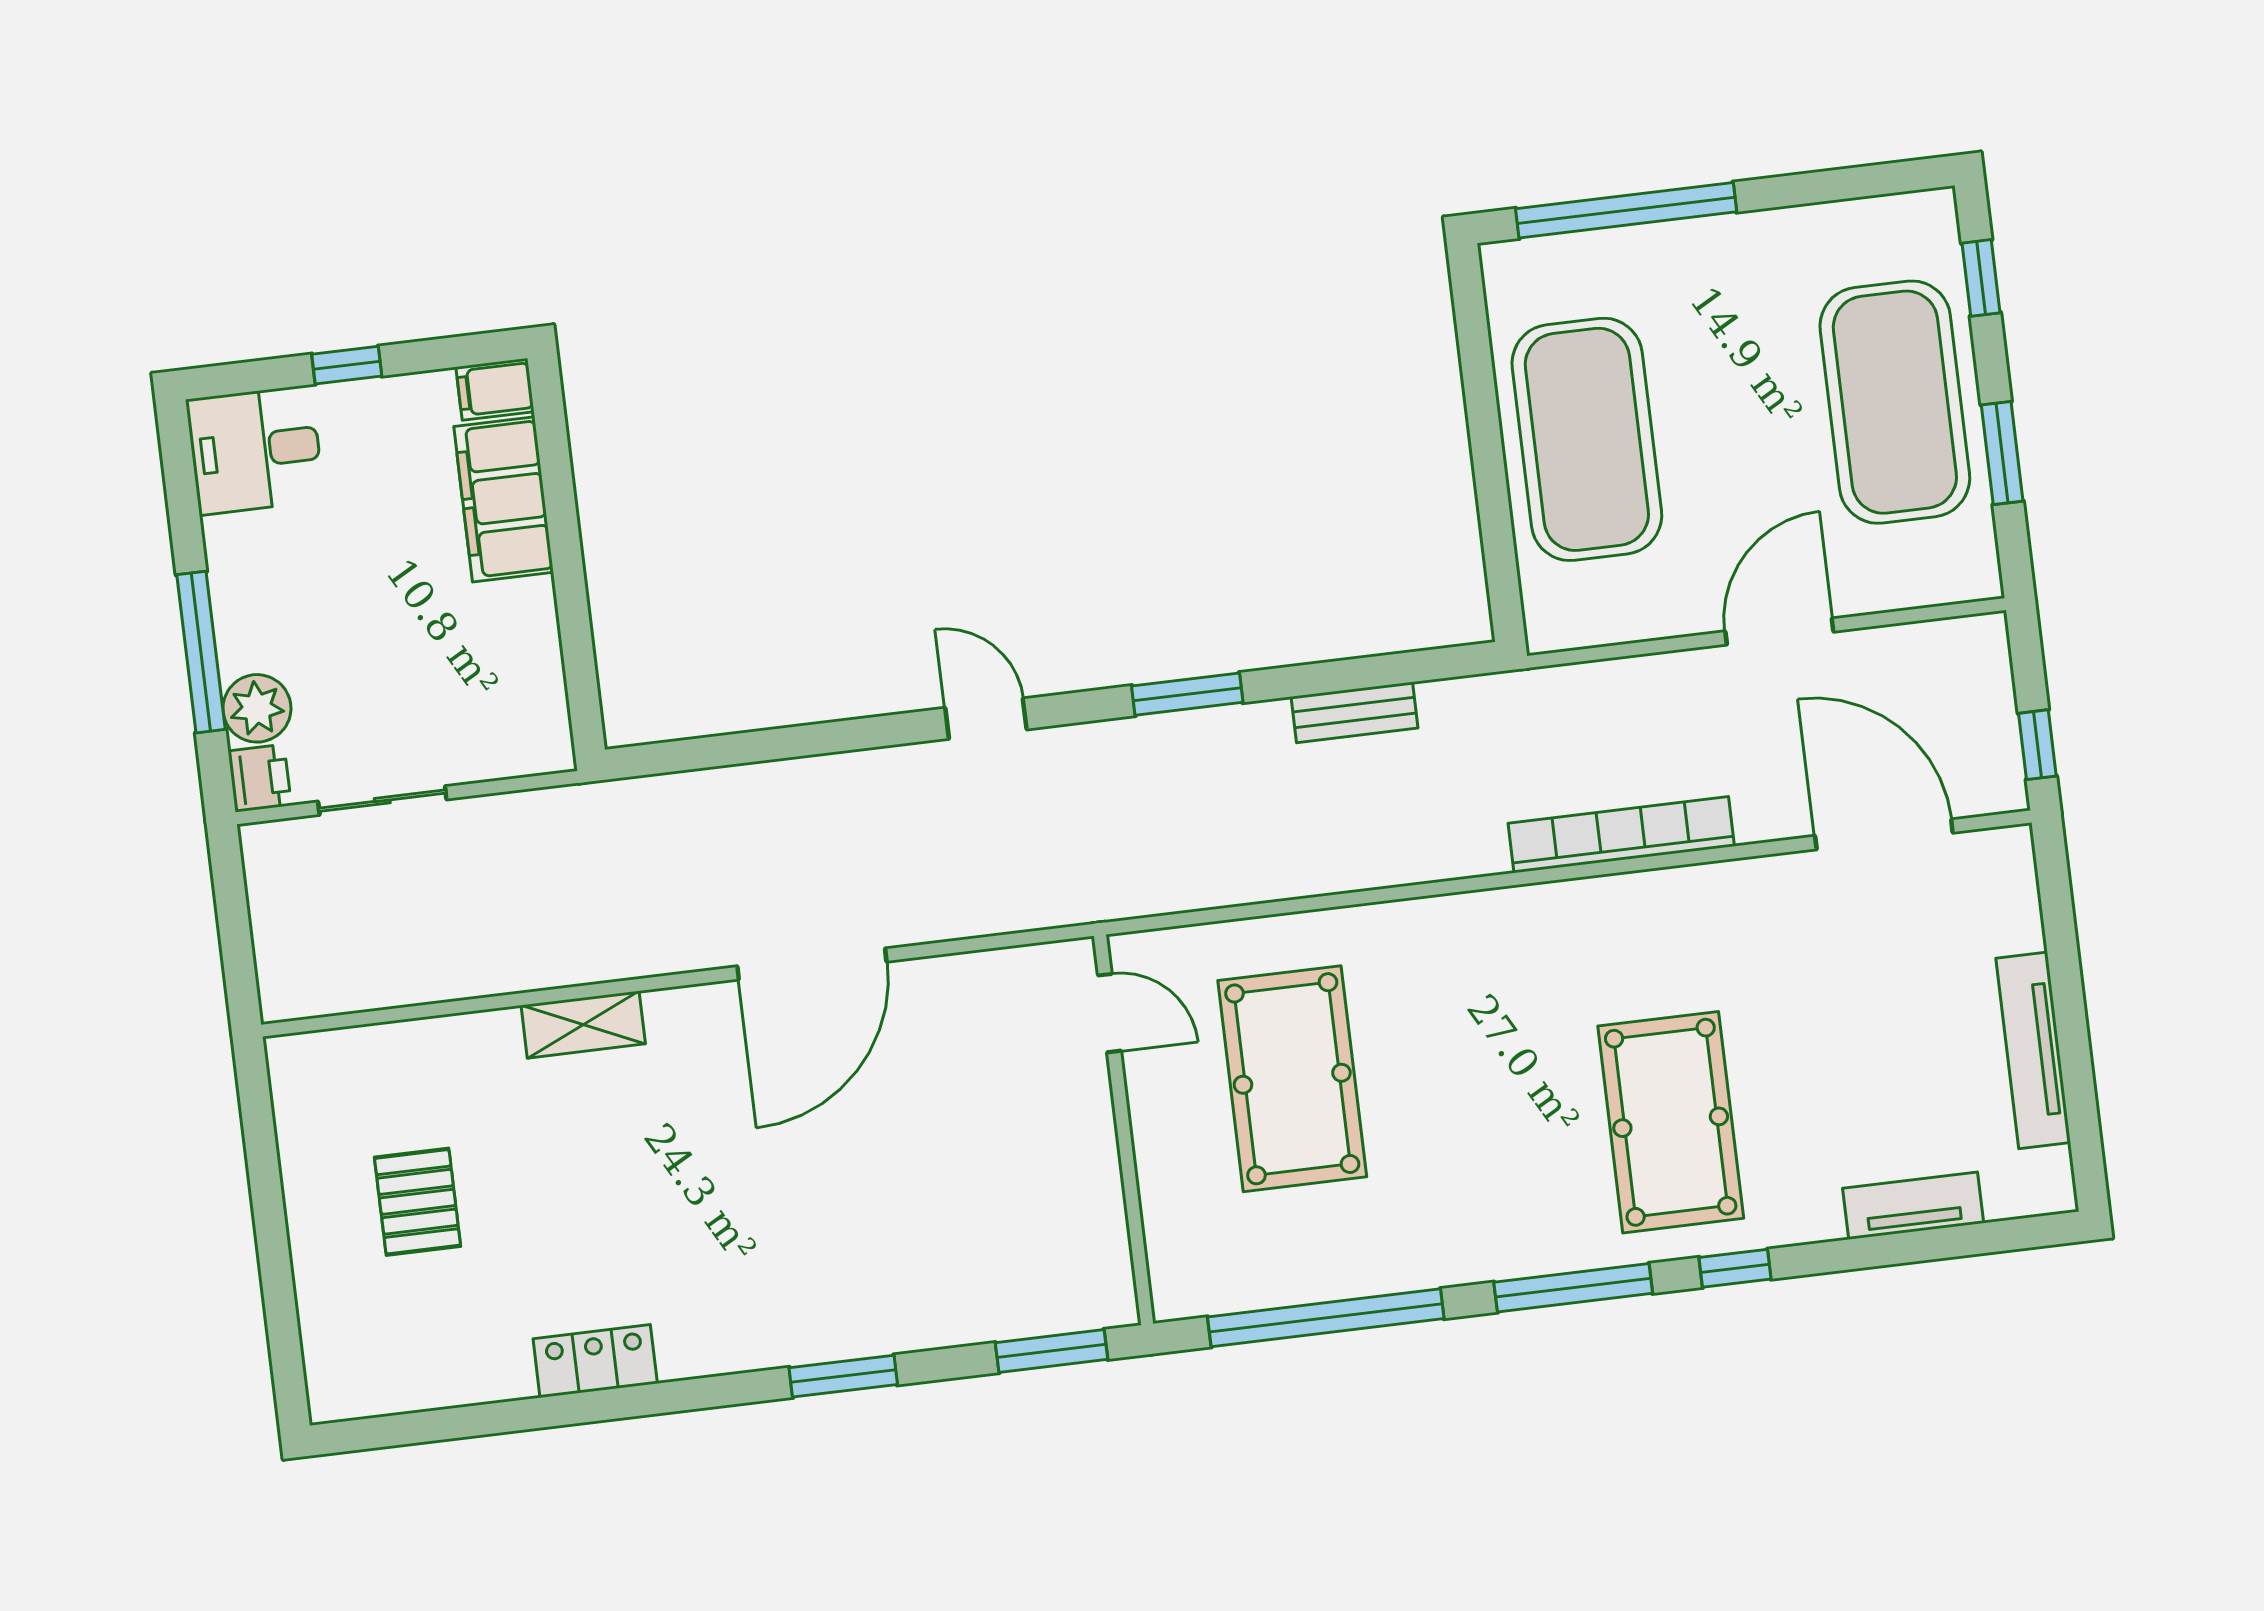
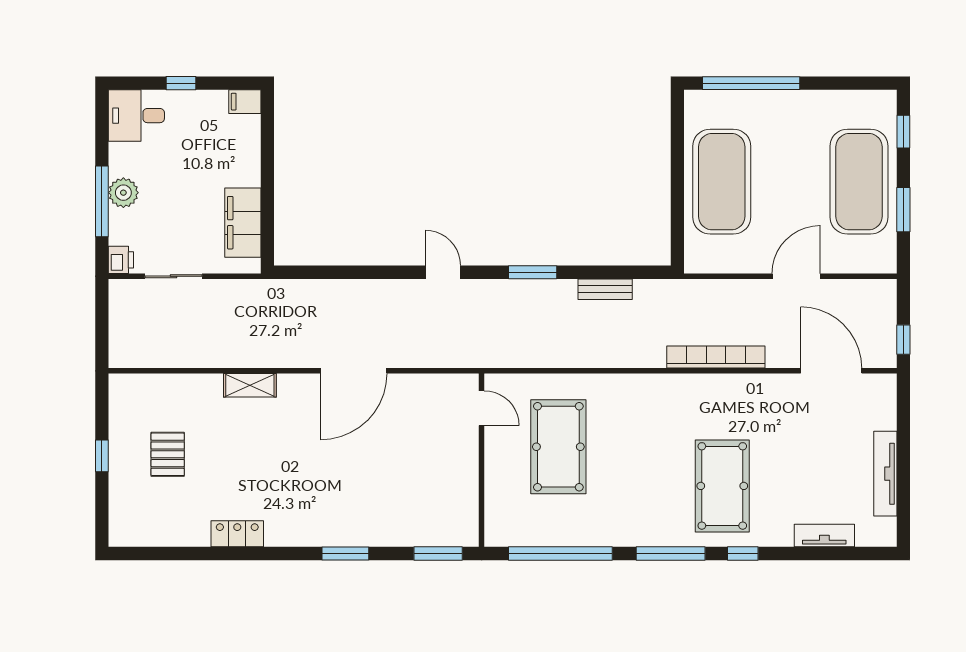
filing cabinet: (504, 499) -> (243, 223), moved
plant: (257, 708) -> (123, 193), moved
window: (270, 1223) -> (102, 456), added

